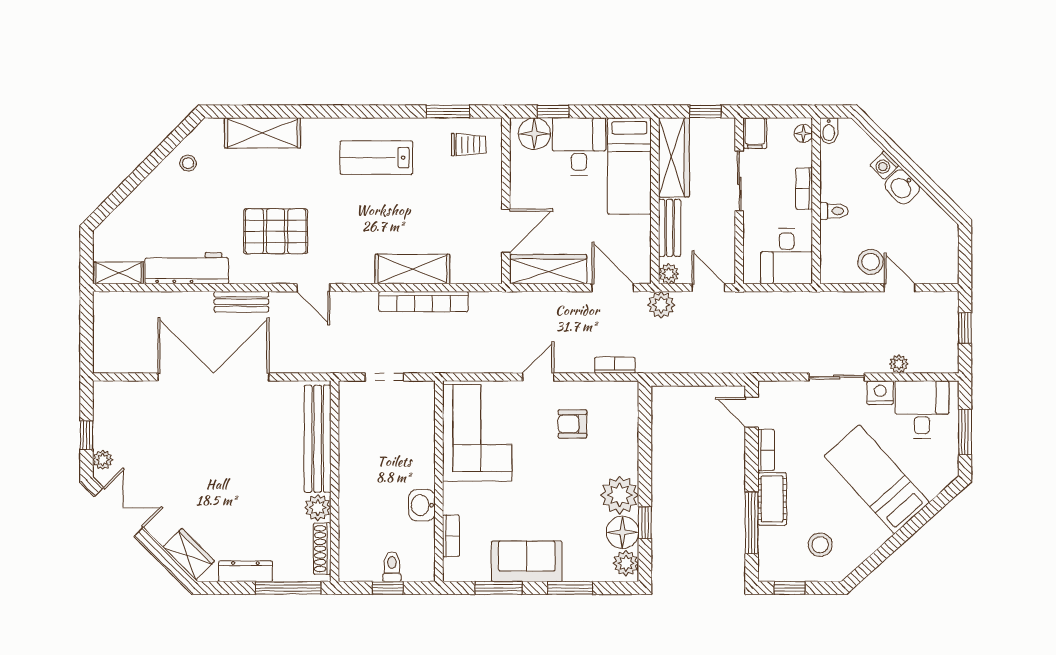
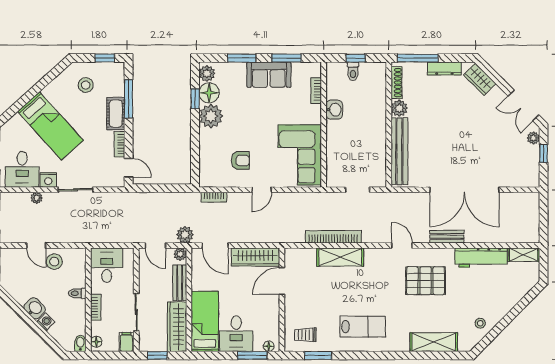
window: (553, 111) -> (252, 355), width x1.50
floor lamp: (534, 134) -> (269, 346), width x0.53, depth x0.53

